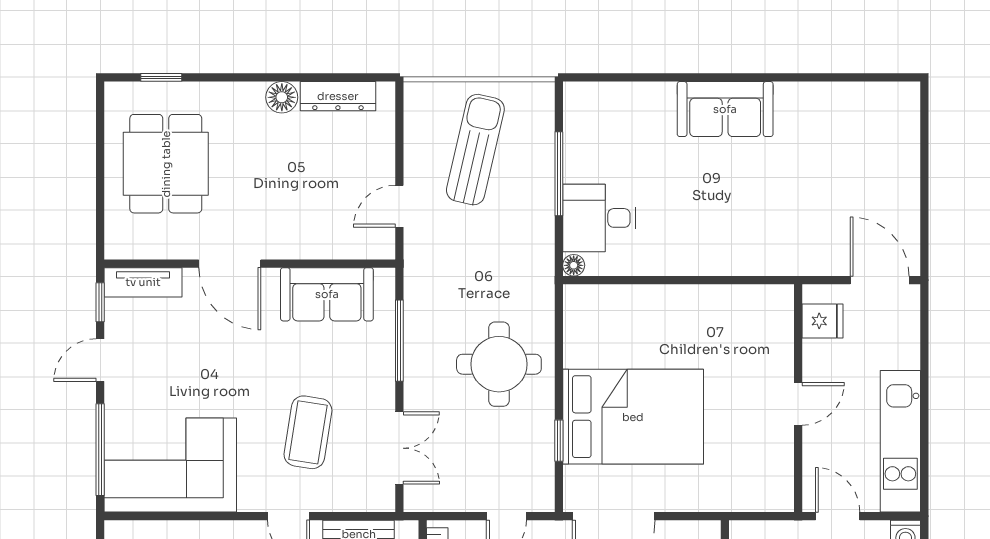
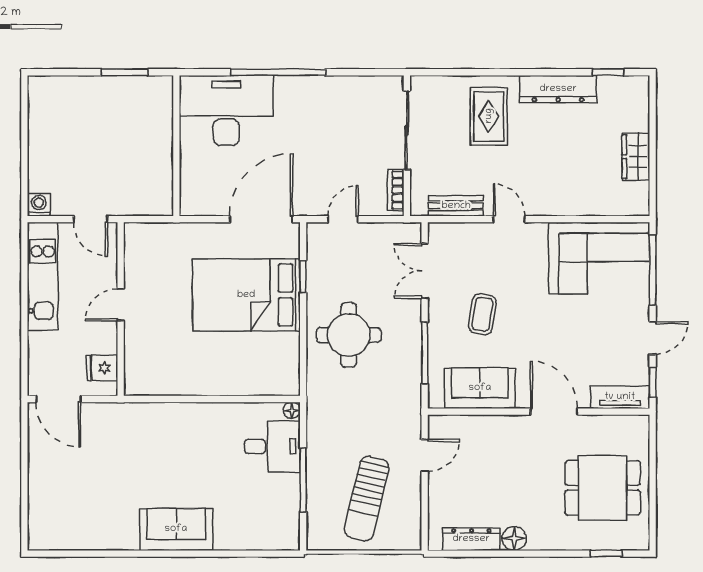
dining table: (166, 164) -> (603, 488), turned 90
coffee table: (308, 432) -> (482, 314), moved, width x0.73, depth x0.77

